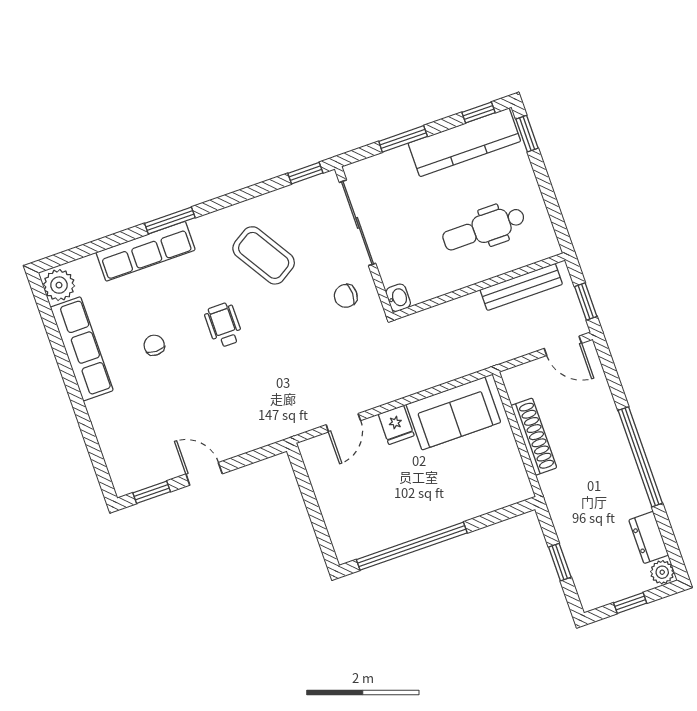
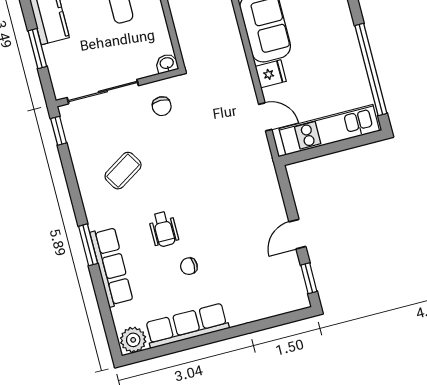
coffee table: (264, 255) -> (123, 171), width x0.73, depth x0.77
wheelchair: (223, 325) -> (164, 229), moved, turned -90
kitchen unit: (334, 502) -> (329, 130), added

